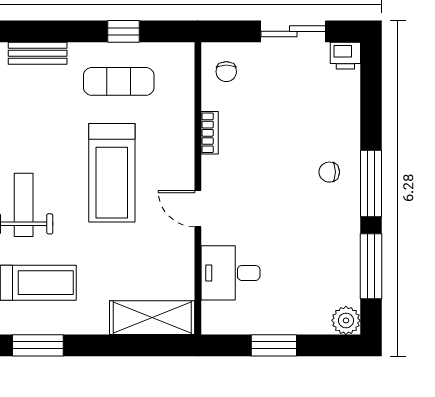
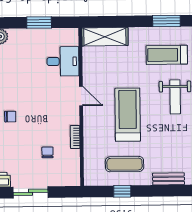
chair: (226, 72) -> (47, 152), moved

